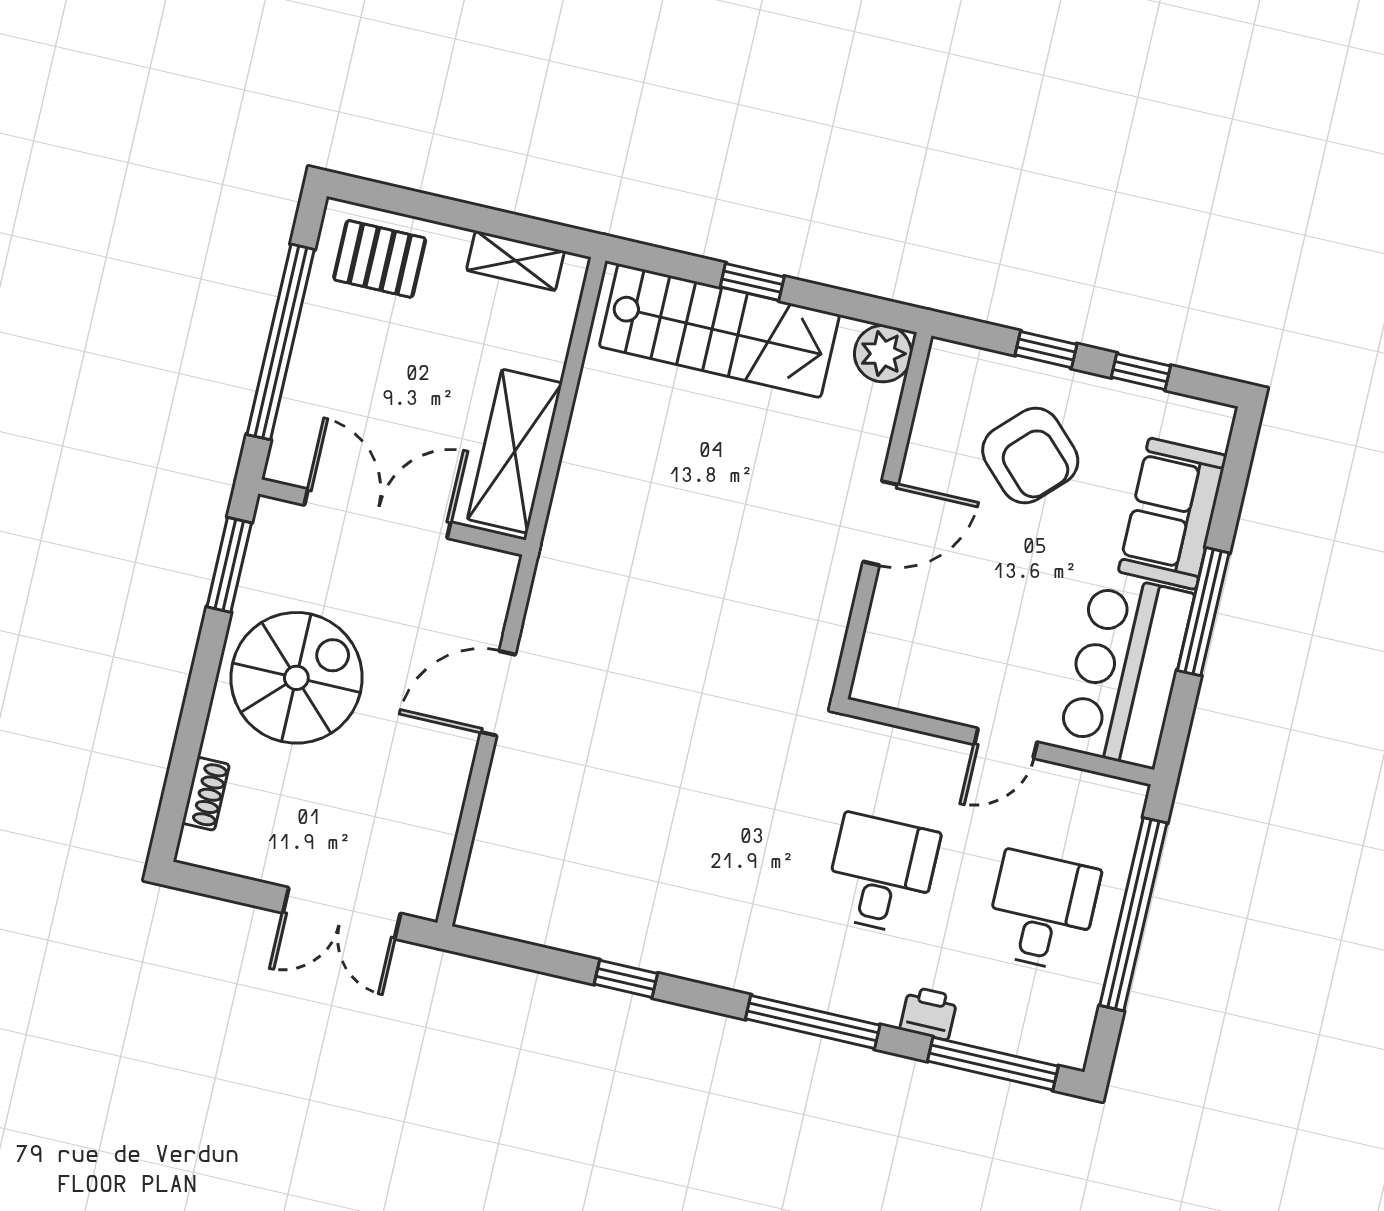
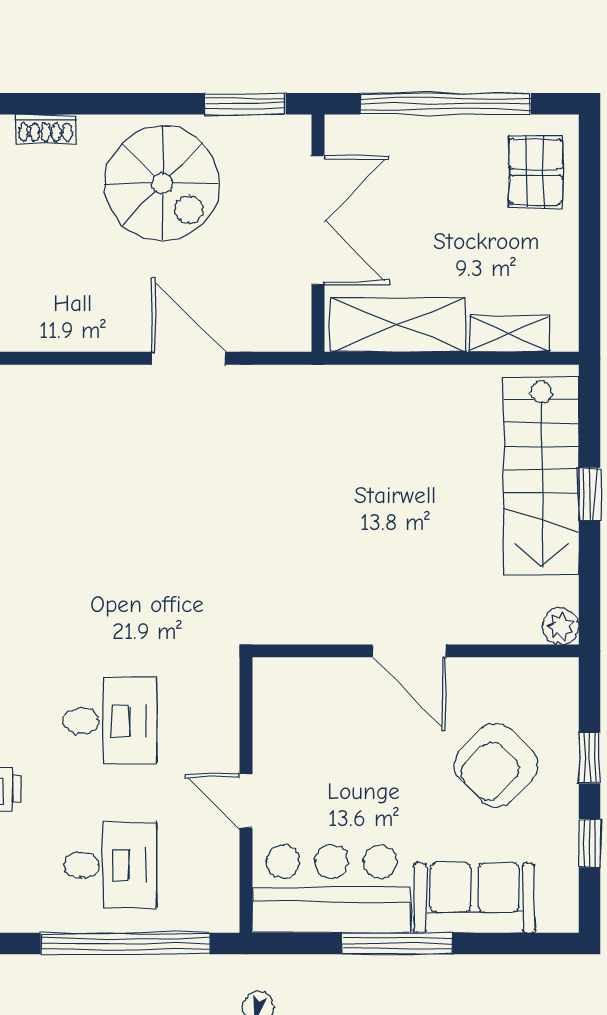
shelving: (515, 261) -> (509, 334), moved, turned 90
plant: (883, 354) -> (561, 626), width x0.73, depth x0.73

